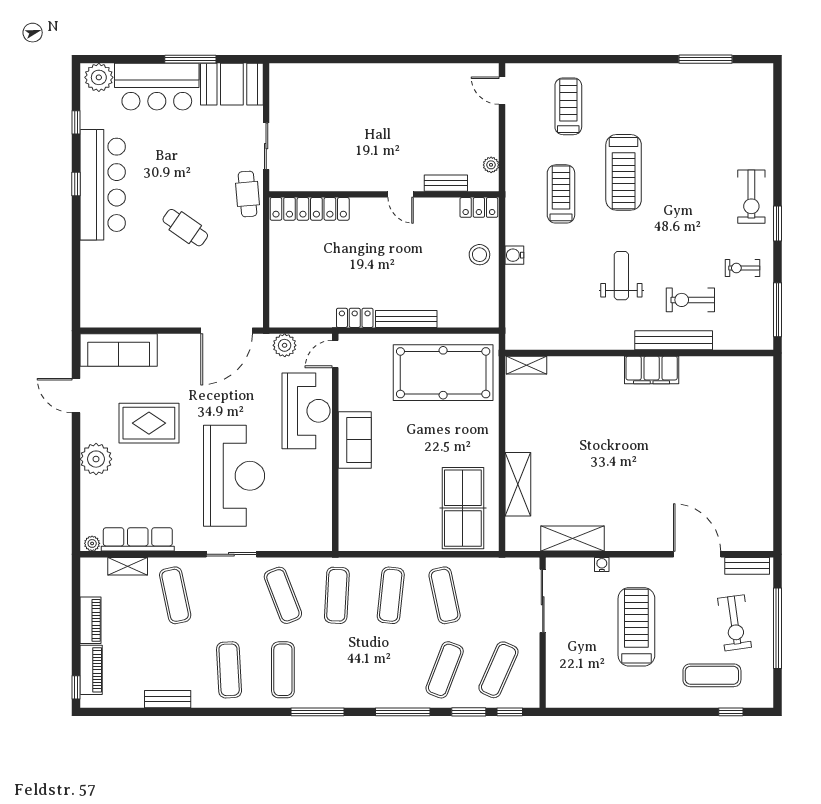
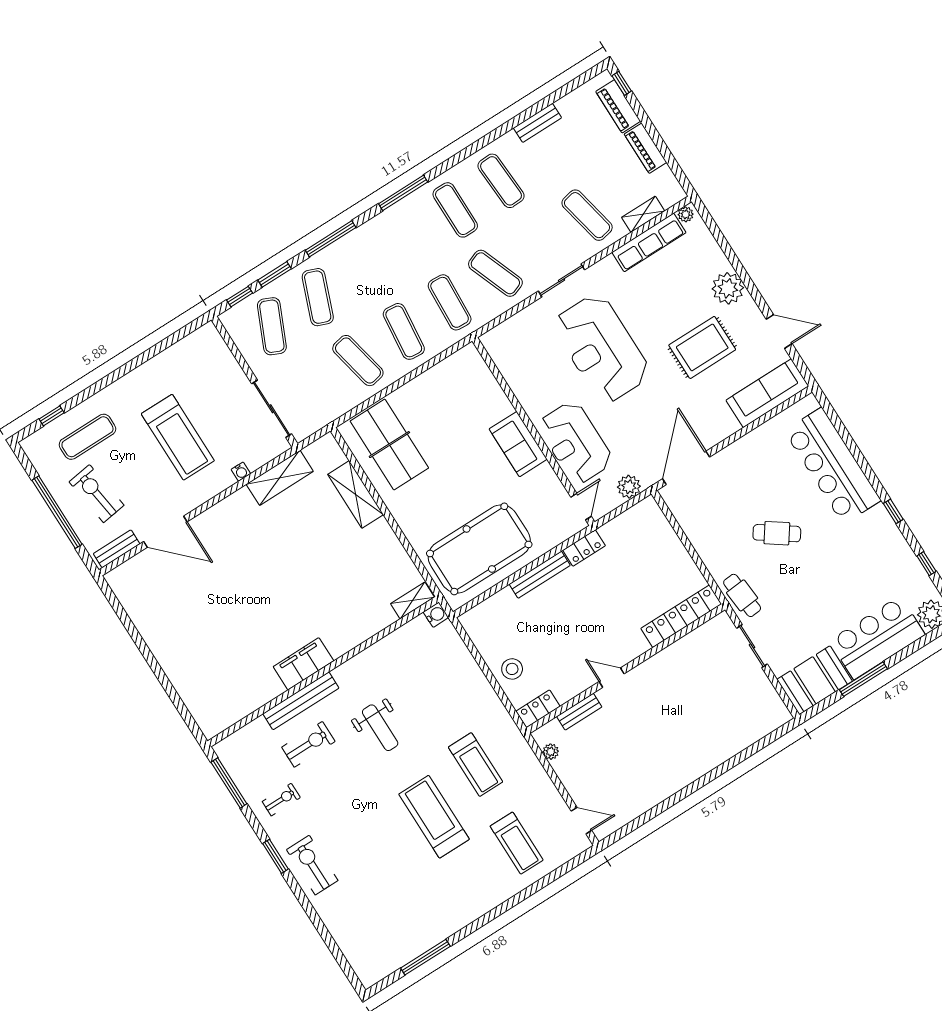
bar counter: (103, 185) -> (832, 466), moved
water cooler: (514, 255) -> (436, 615), moved

